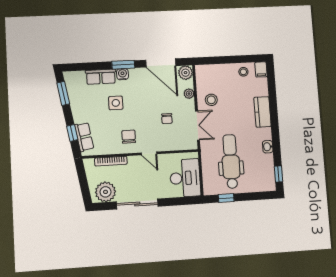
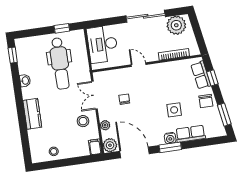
filing cabinet: (261, 69) -> (95, 147), moved
chair: (129, 137) -> (206, 101), moved

